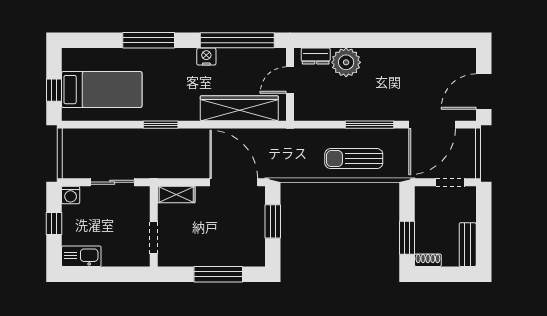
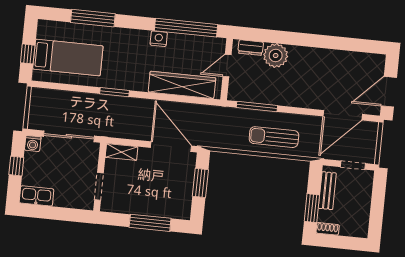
window: (149, 40) -> (93, 18), moved
window: (369, 125) -> (257, 107), moved
sliding door: (112, 182) -> (69, 136), width x1.37
bench: (468, 245) -> (327, 191), moved

